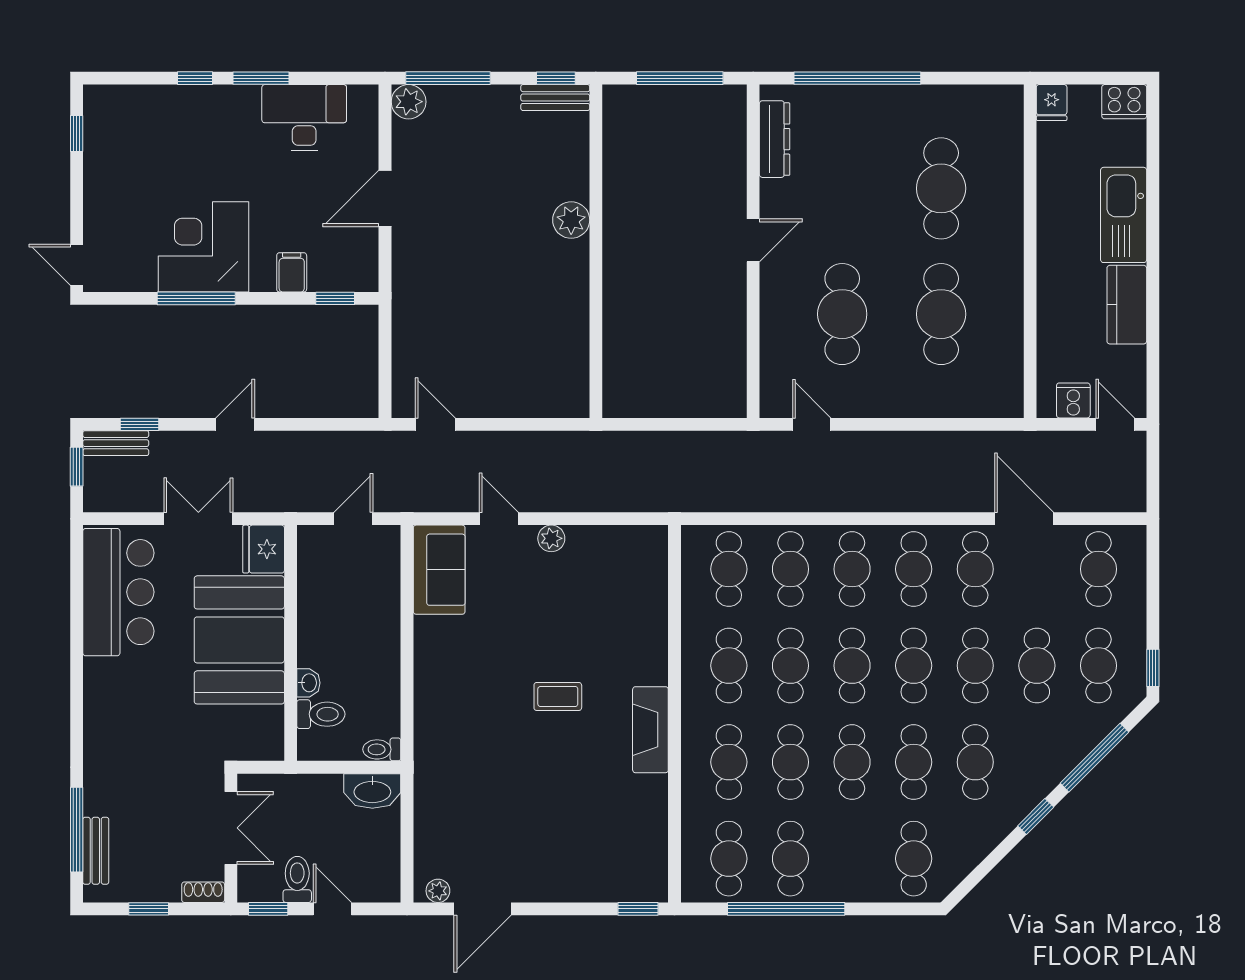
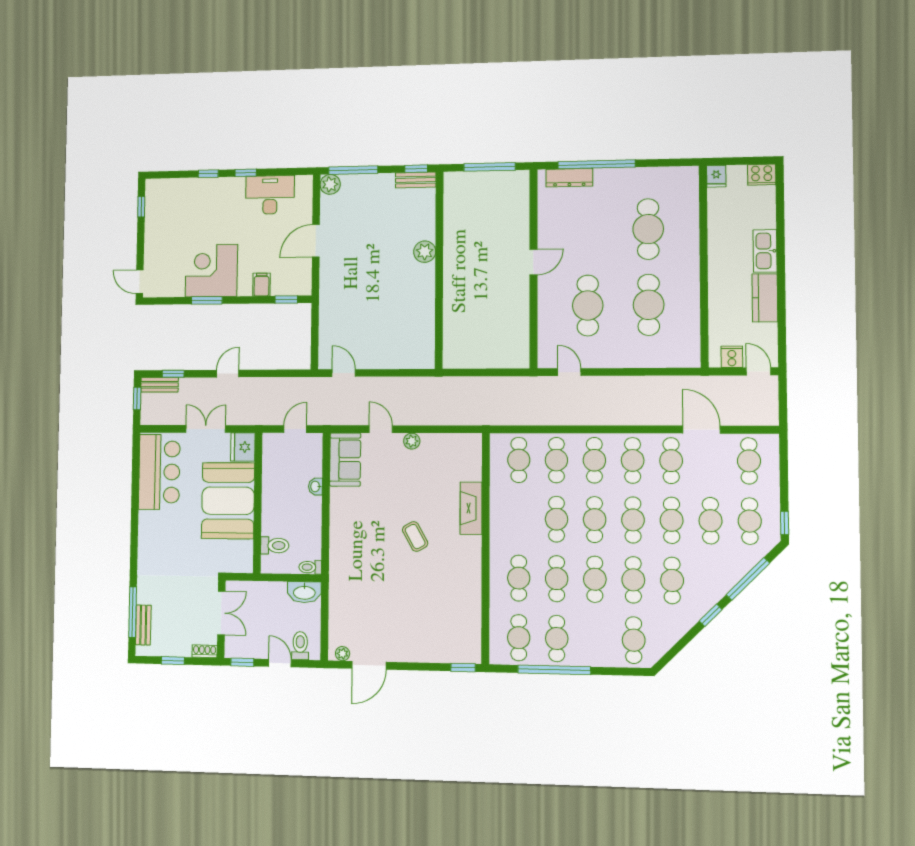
window: (261, 78) -> (246, 173), width x0.67
dresser: (775, 139) -> (569, 178), moved, turned 90
kitchen sink: (1124, 215) -> (765, 251), width x0.73, depth x0.81
window: (196, 298) -> (207, 300), width x0.69
cafe table: (729, 666) -> (519, 519), removed
washbasin: (308, 683) -> (315, 487), moved, turned 180
coffee table: (558, 696) -> (415, 537), turned 61
fireplace: (650, 730) -> (471, 508), moved
toilet: (297, 879) -> (300, 646), moved

